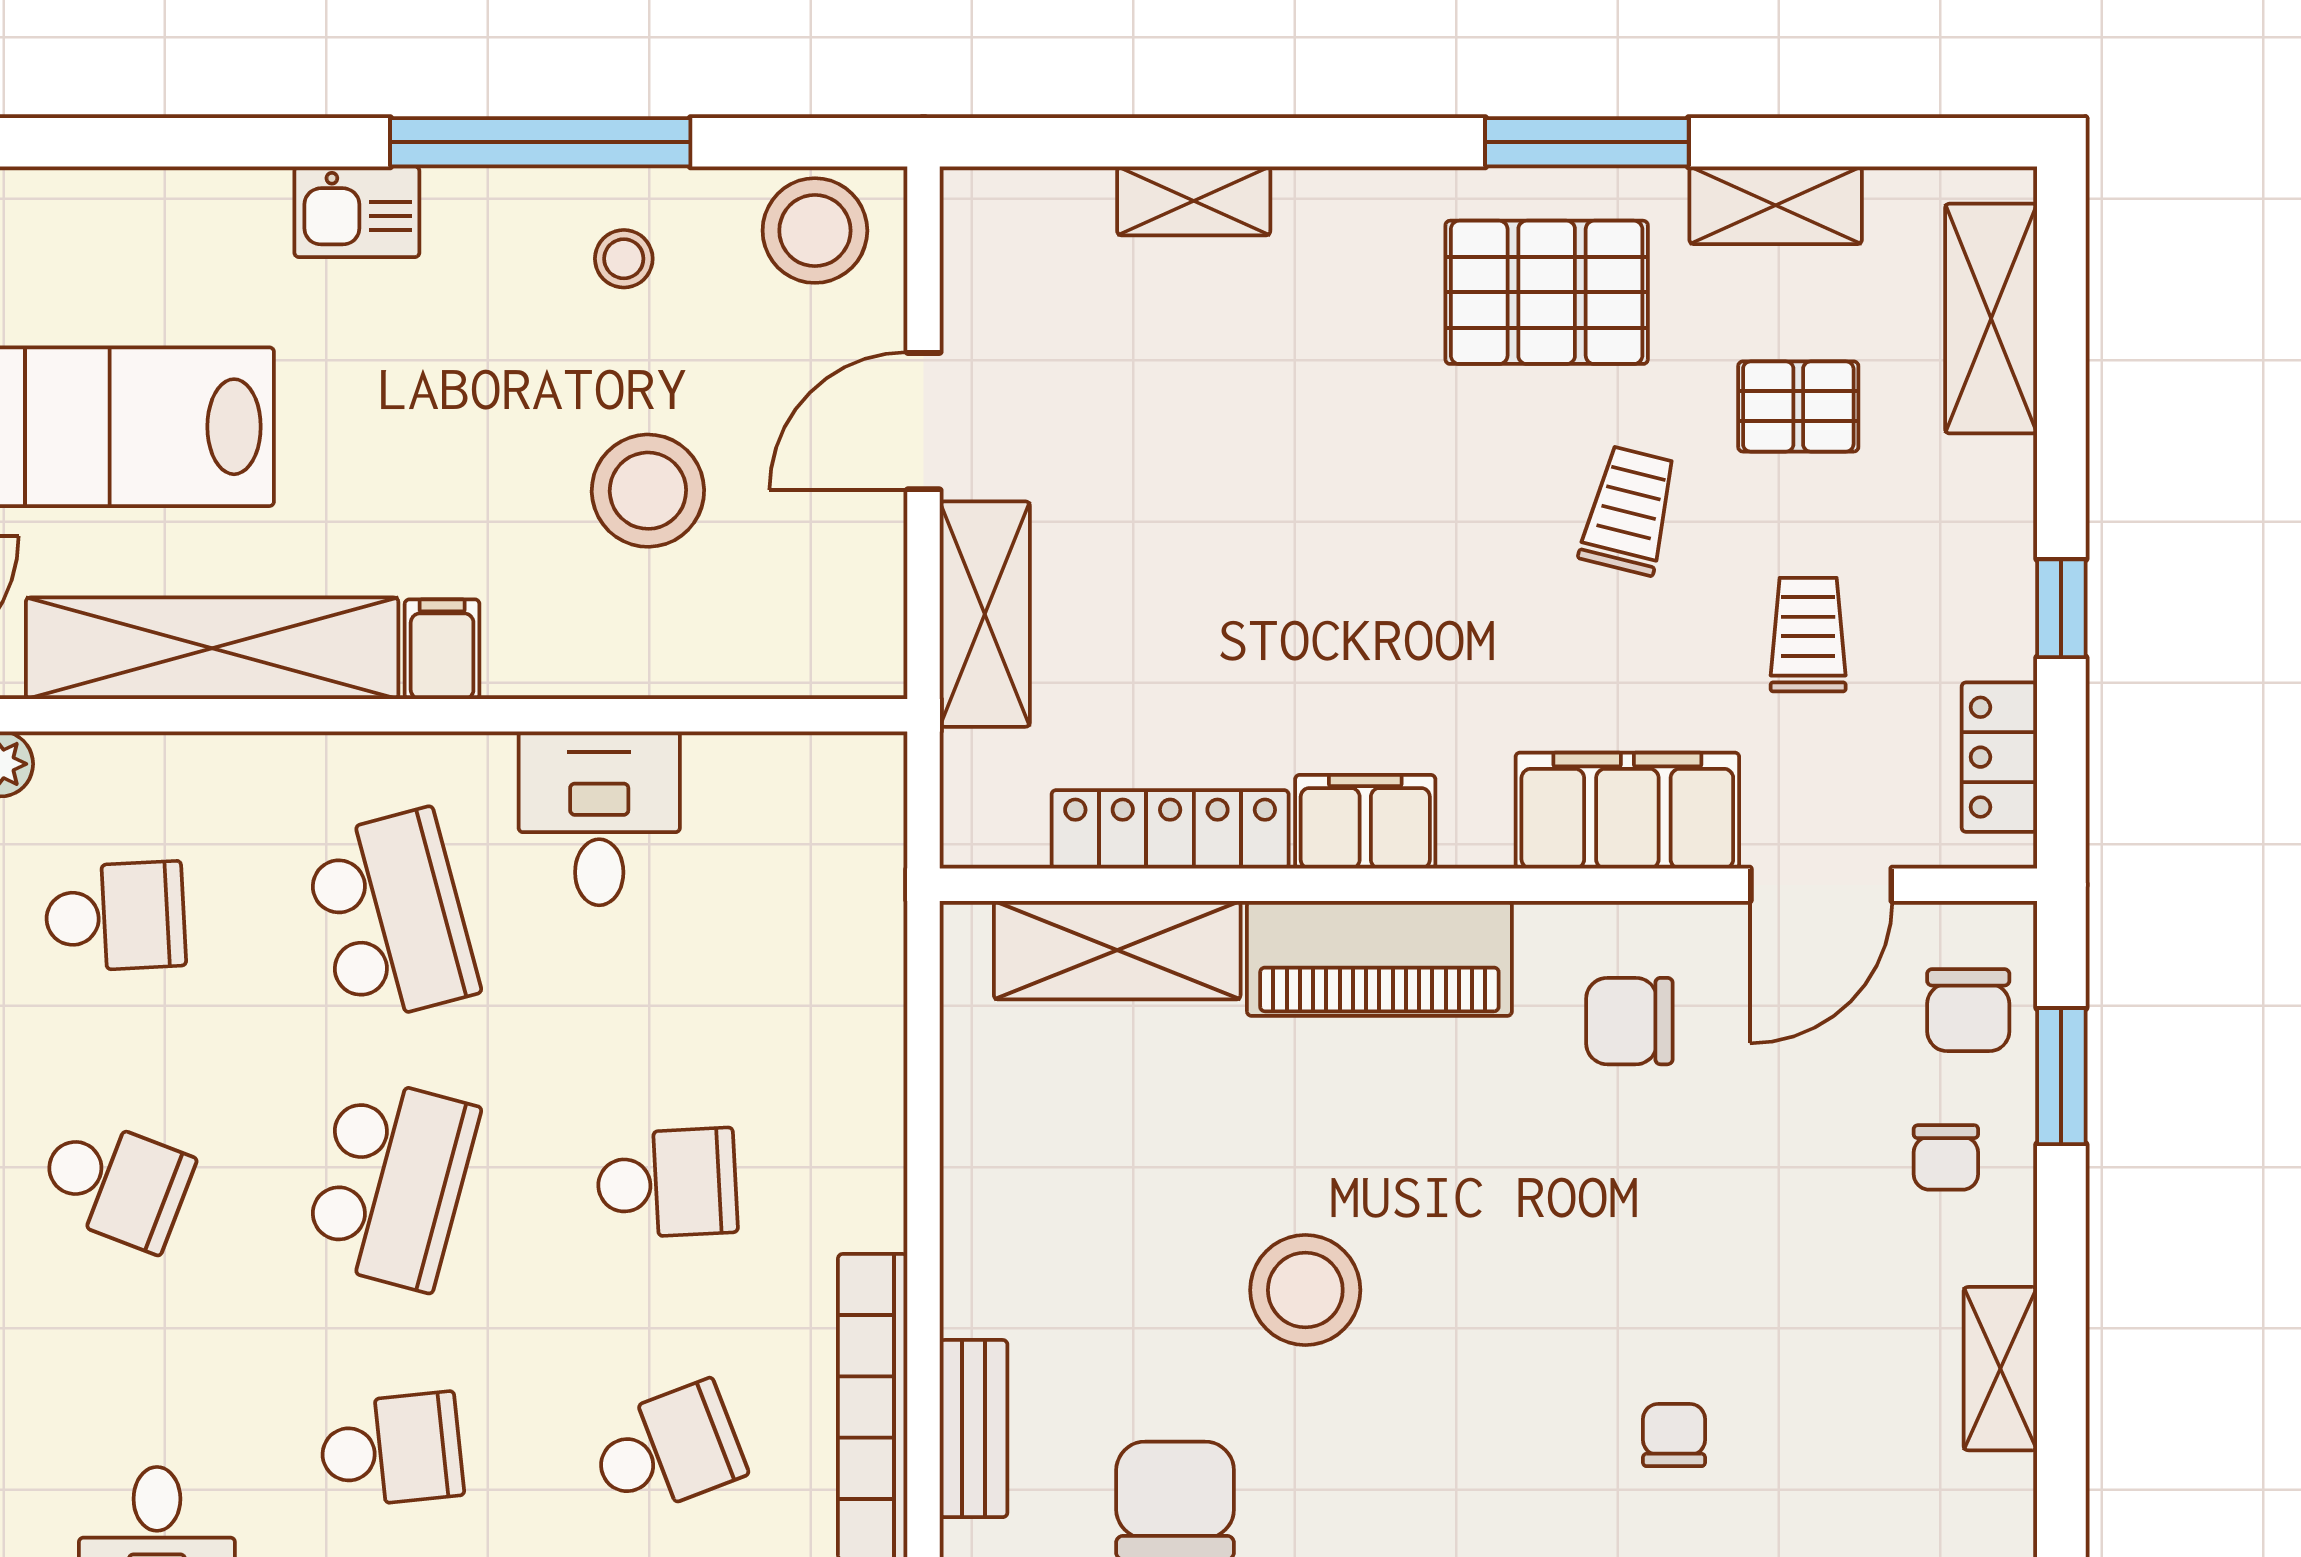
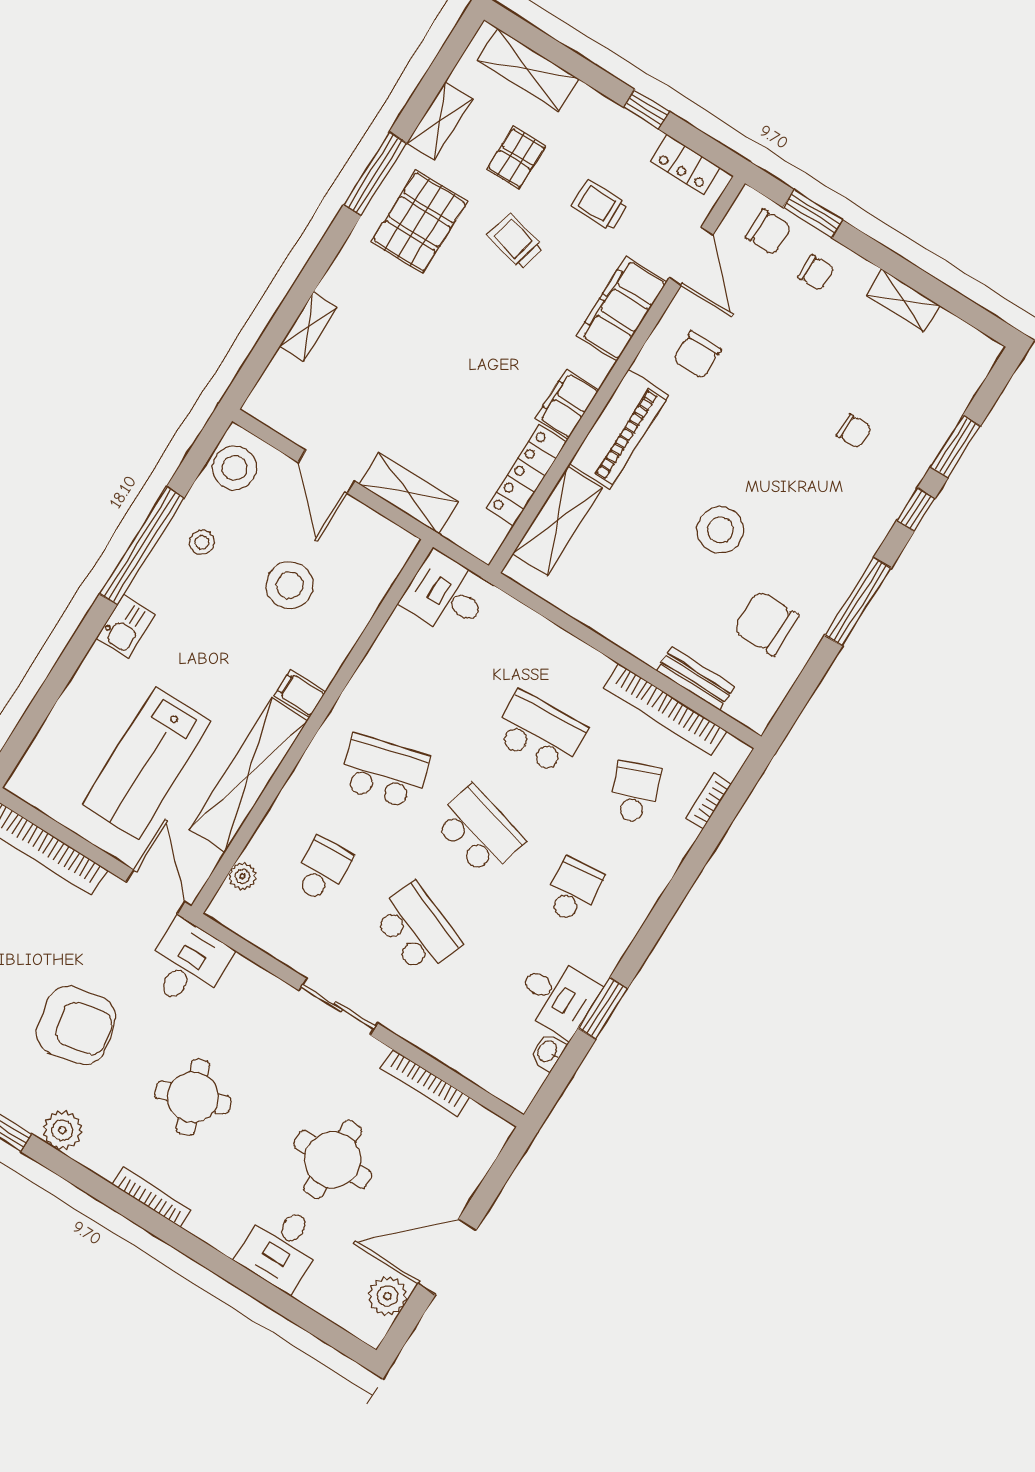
desk: (599, 818) -> (446, 595), moved
school desk: (115, 1183) -> (417, 929), width x1.85
school desk: (667, 1183) -> (540, 733), width x1.85
chair: (1674, 1435) -> (854, 431), turned 180

